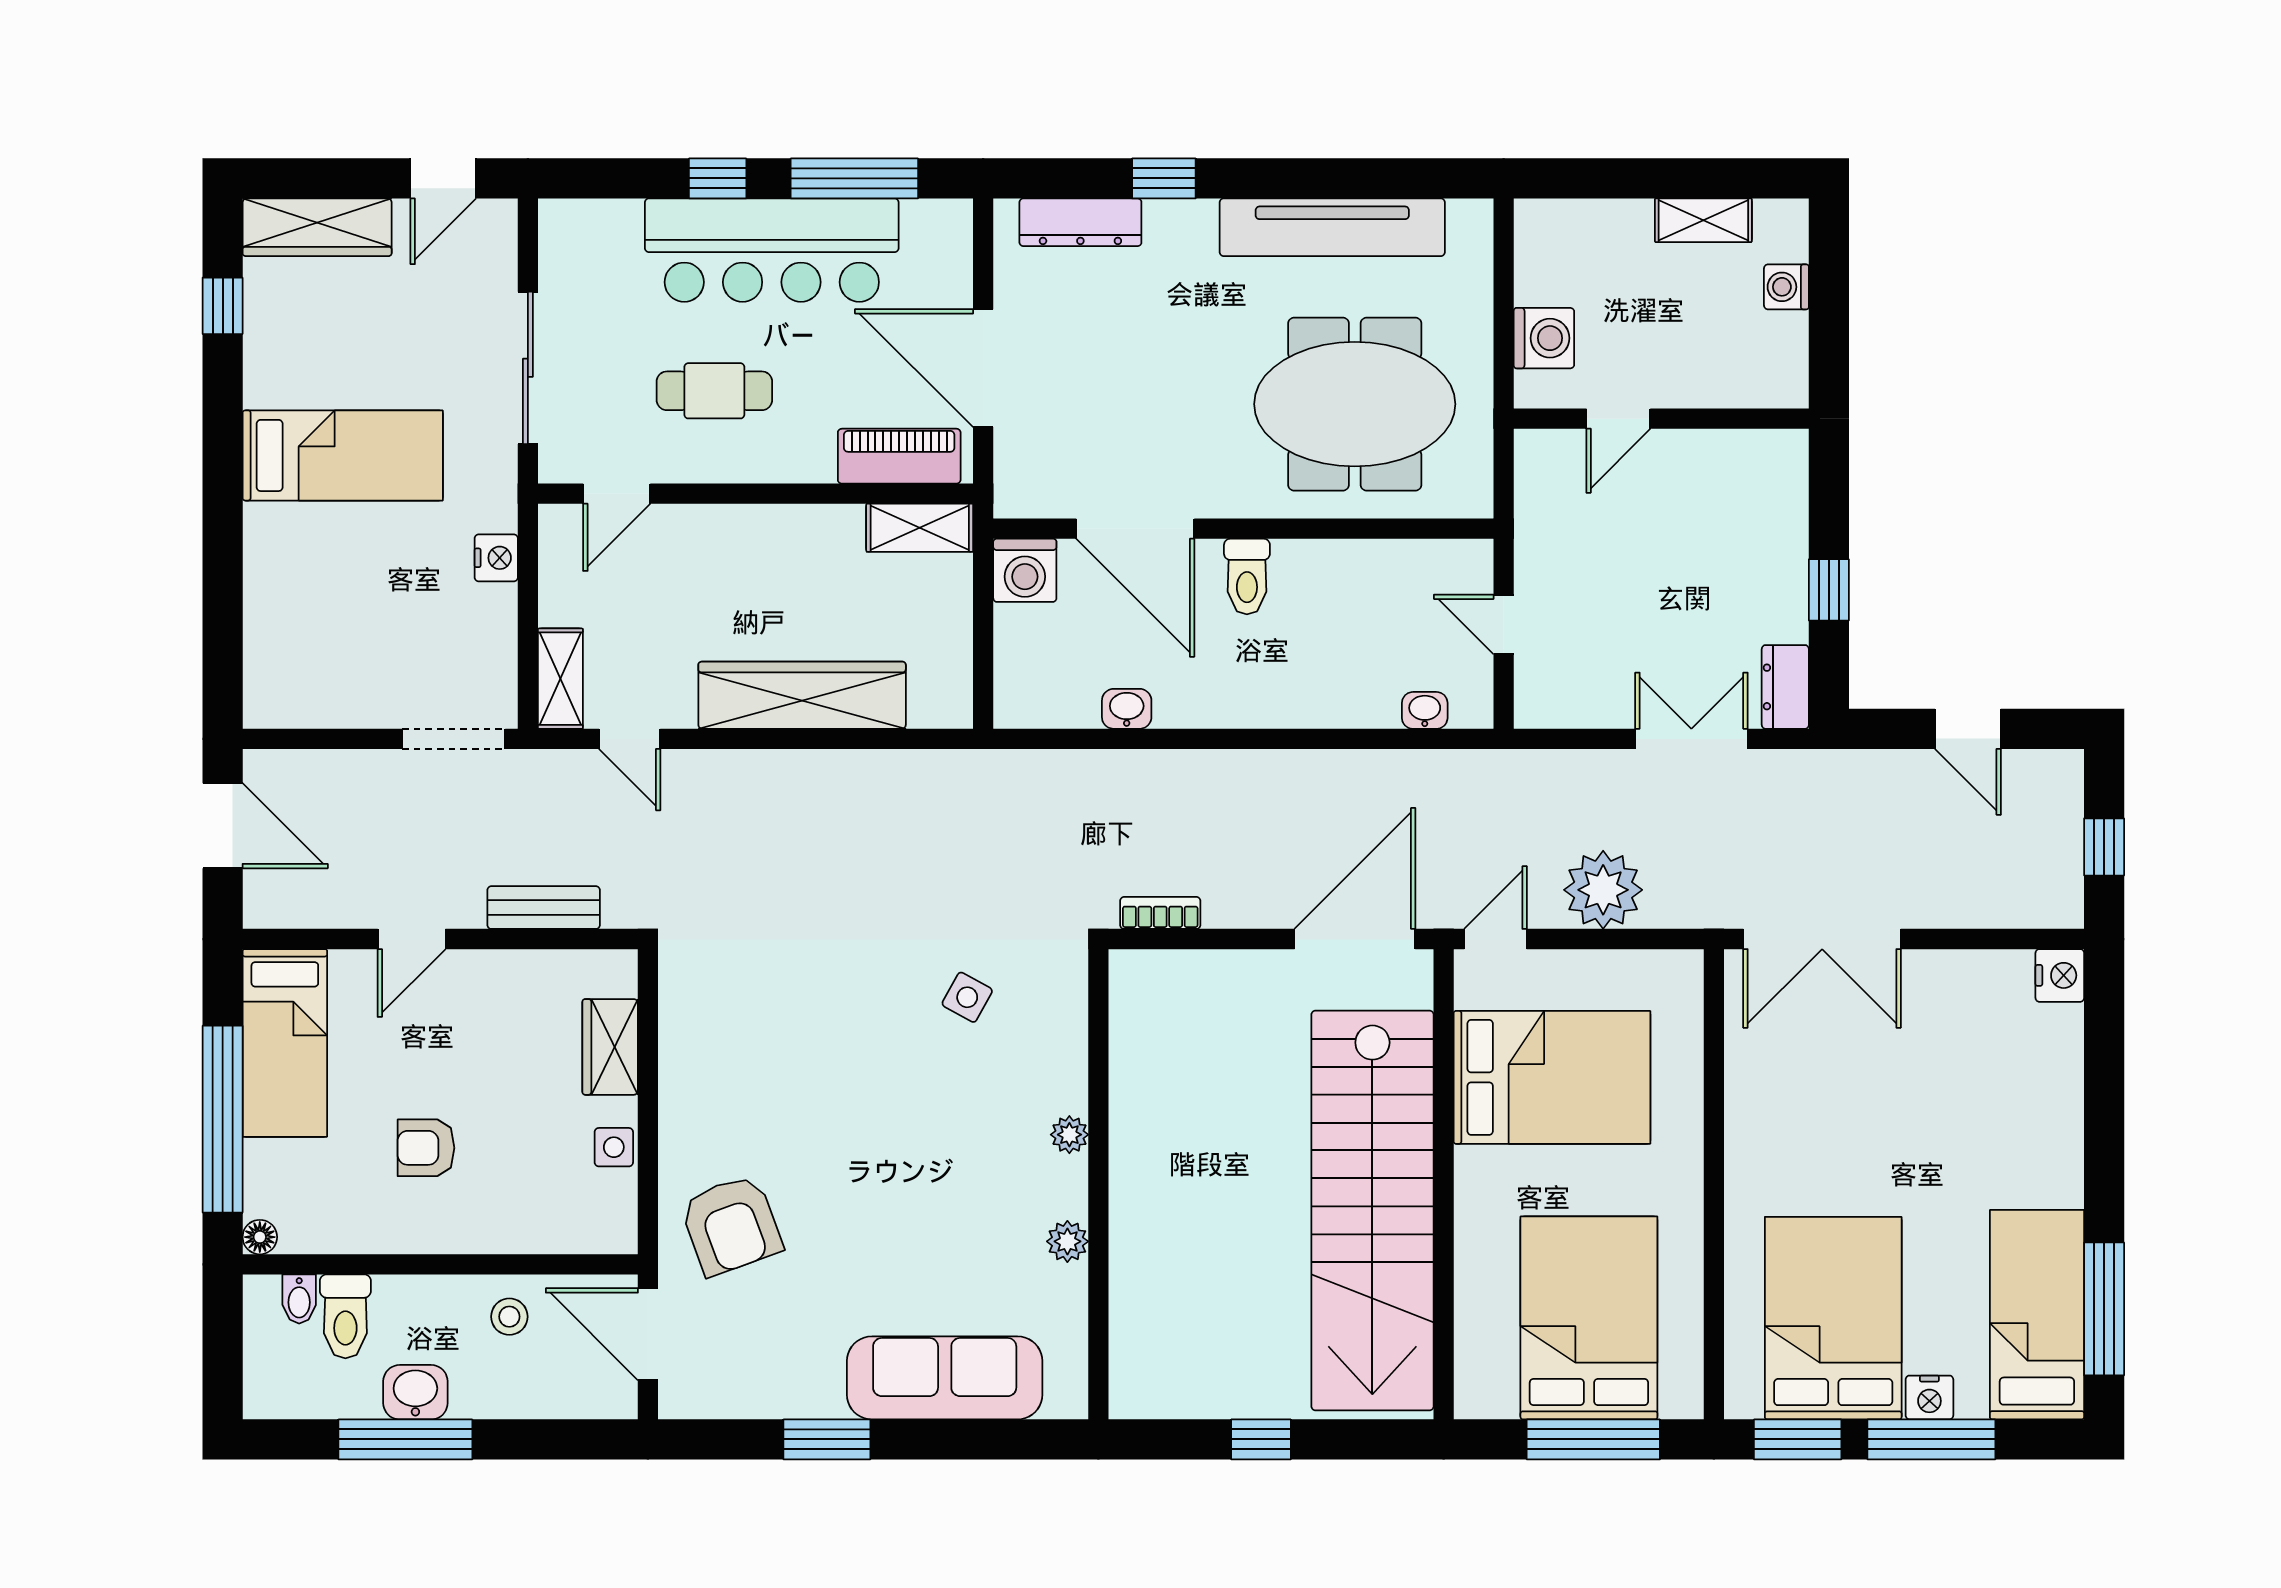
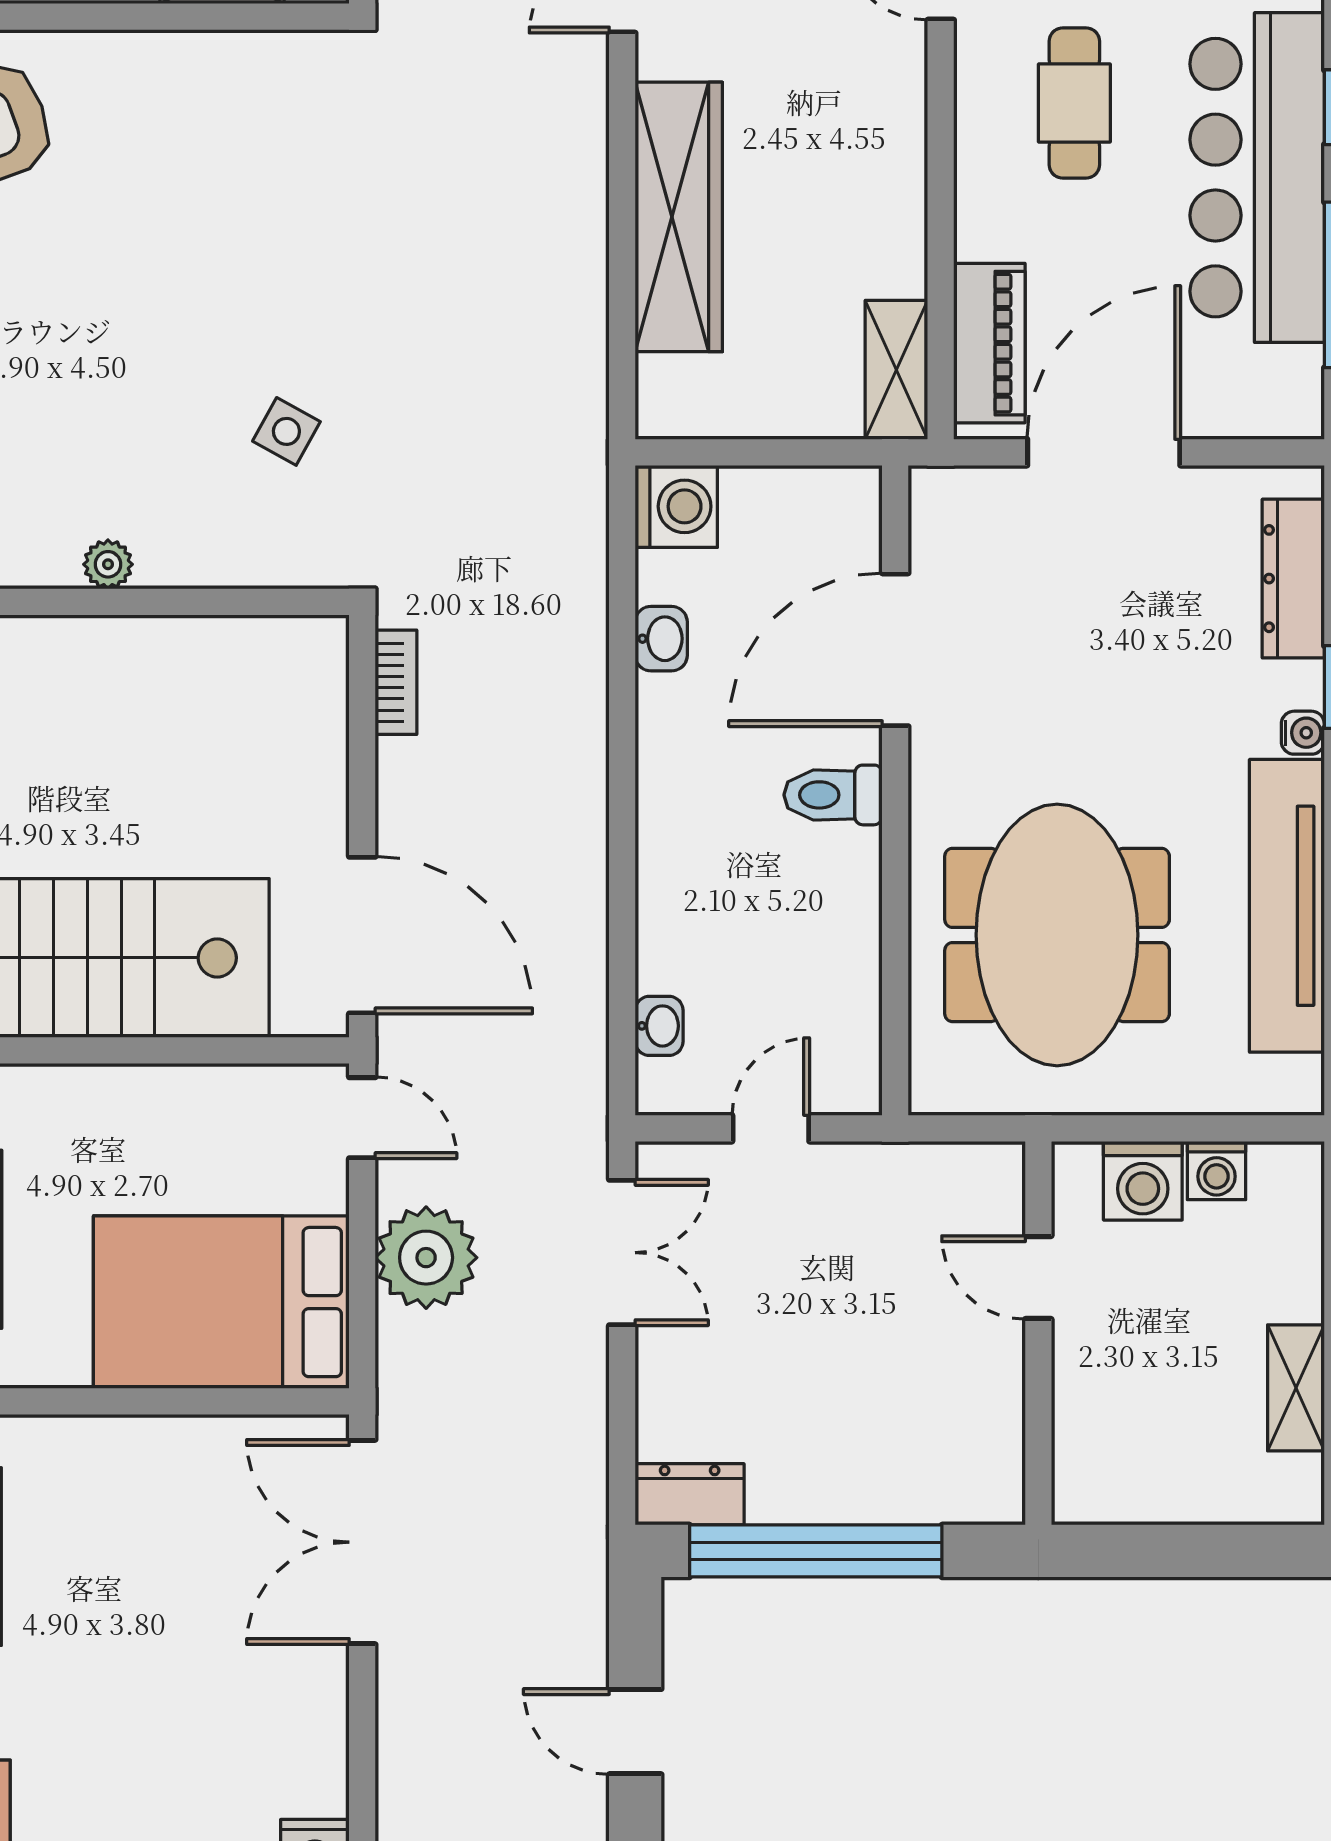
water cooler: (1199, 215) -> (1303, 733), added
washing machine: (1786, 287) -> (1217, 1171), moved, turned 180
washing machine: (1025, 570) -> (676, 506), moved, turned 180
window: (1829, 590) -> (816, 1551), width x3.17
door: (1968, 729) -> (635, 1732), hinge flipped
double door: (1691, 739) -> (622, 1253), moved
bed: (1552, 1077) -> (221, 1302), moved, turned 90

